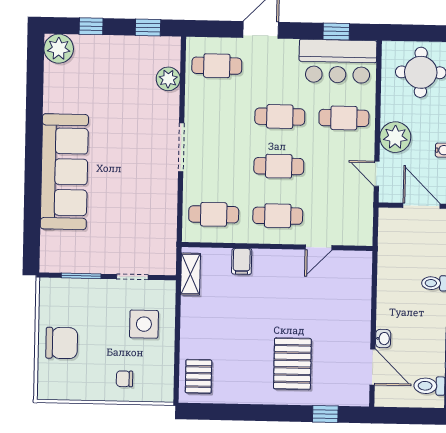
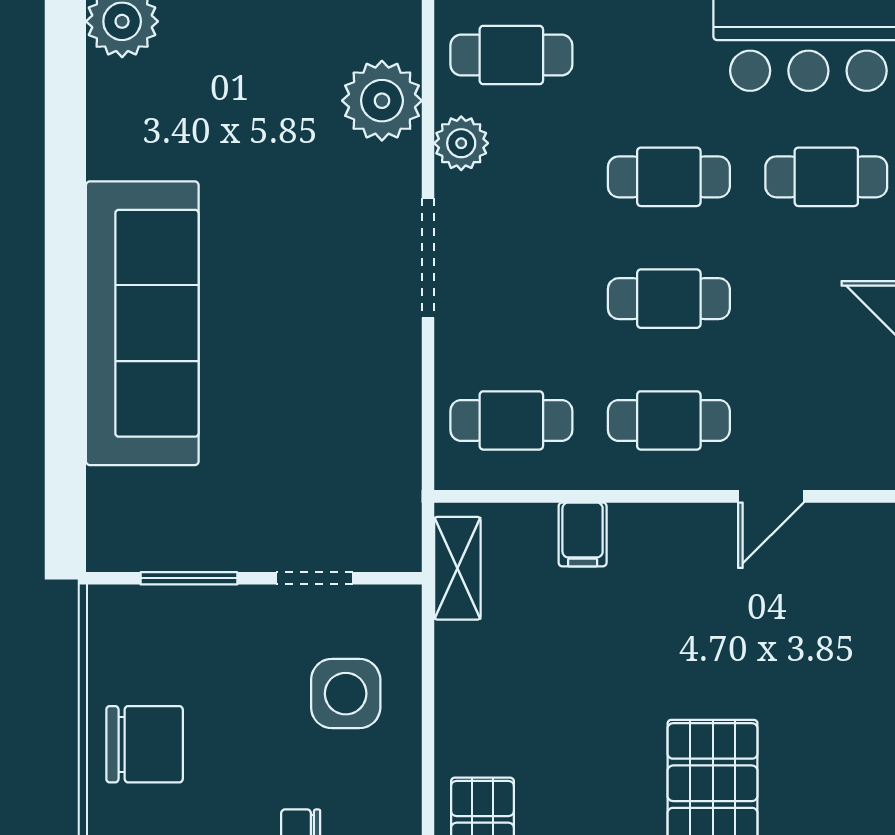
plant: (168, 79) -> (382, 101), width x1.36, depth x1.36
plant: (196, 101) -> (461, 143), added

